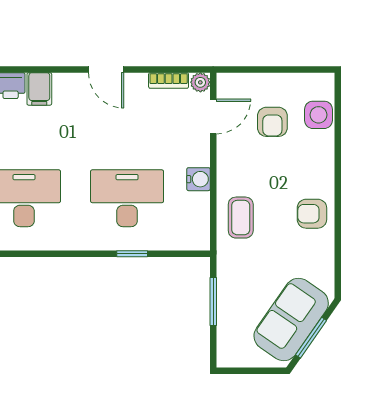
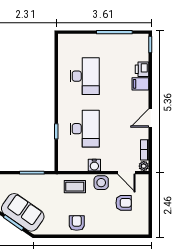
side table: (319, 115) -> (101, 183), moved
armchair: (272, 122) -> (124, 203), turned 180

